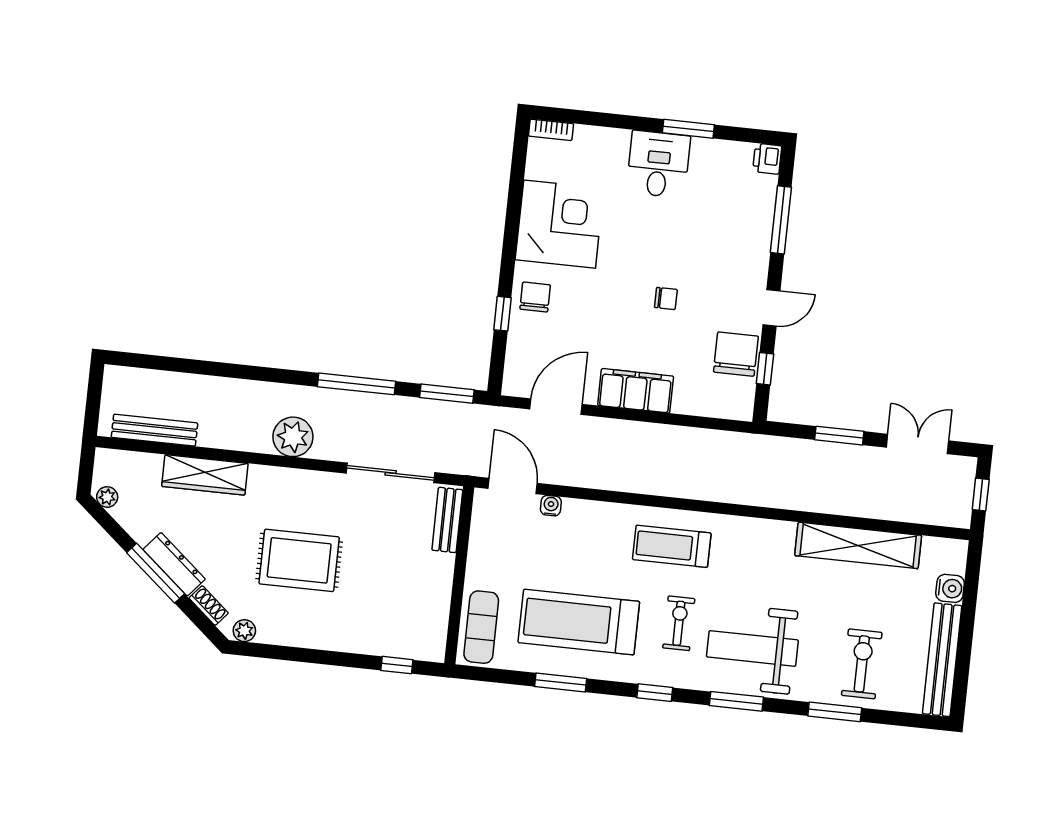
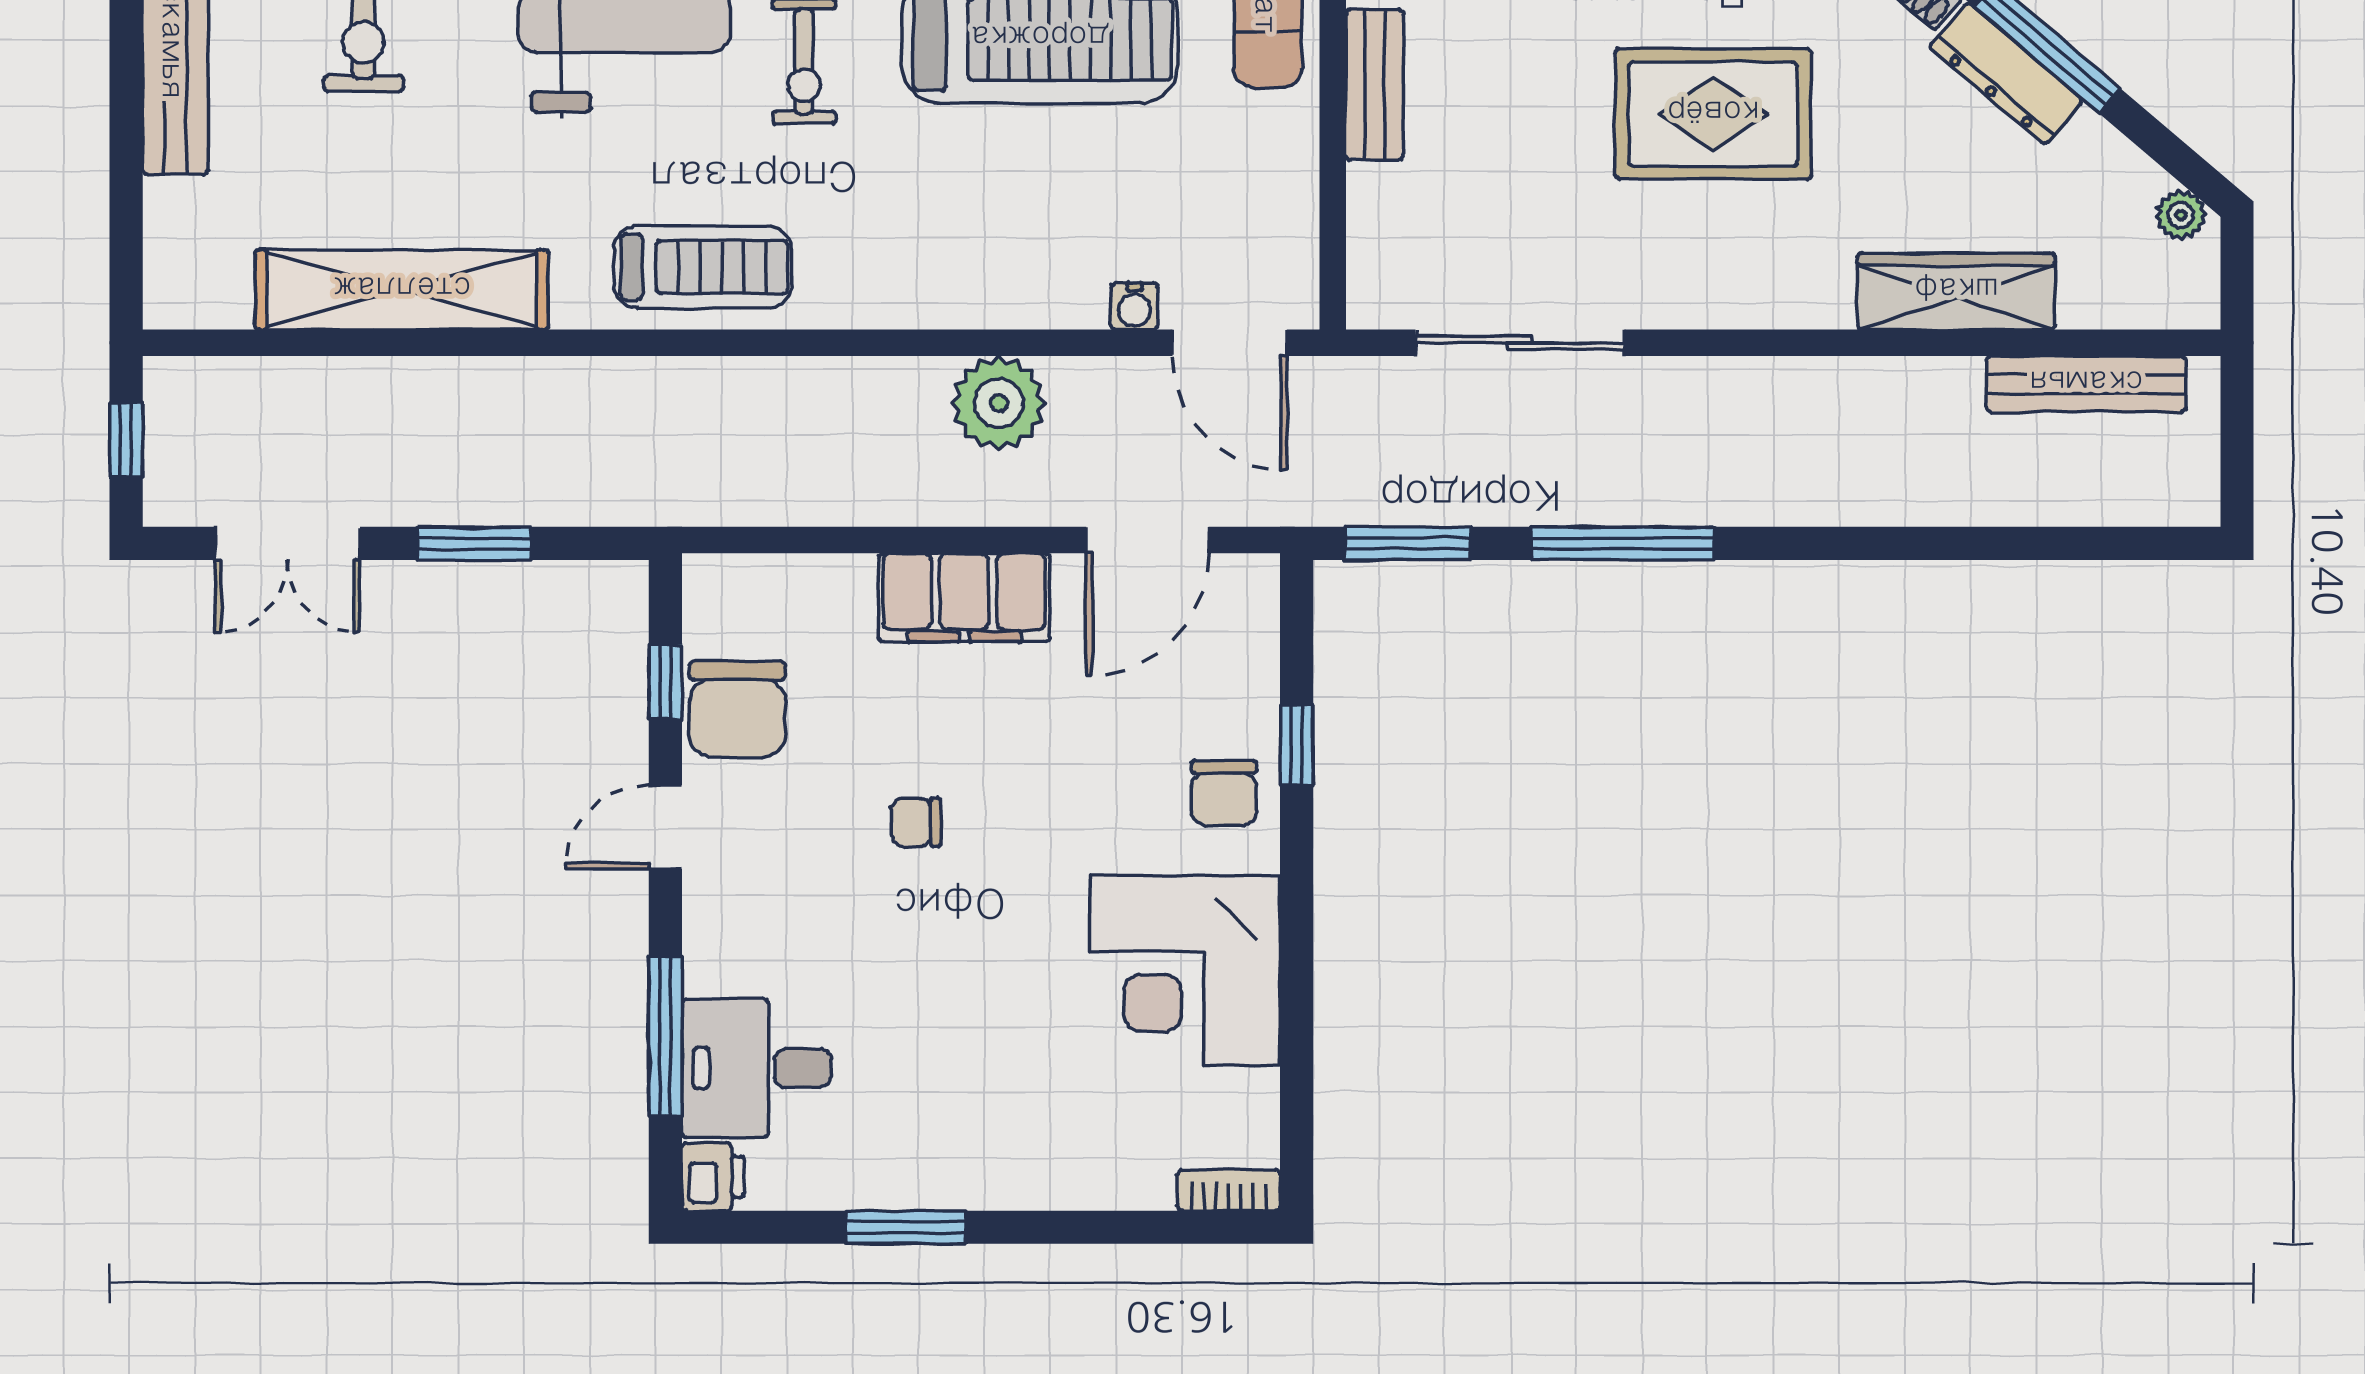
desk: (658, 164) -> (756, 1068), moved, turned 90
plant: (293, 437) -> (999, 403), moved
bench: (447, 520) -> (1375, 85), moved
treadmill: (672, 546) -> (703, 267), moved
water cooler: (950, 588) -> (175, 212), removed

